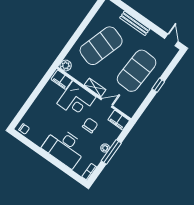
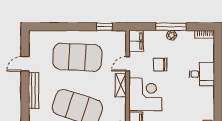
door: (171, 40) -> (25, 64), moved
window: (158, 85) -> (104, 27), moved
door: (107, 103) -> (128, 64), hinge flipped
desk: (65, 147) -> (202, 74), width x0.53, depth x0.77

